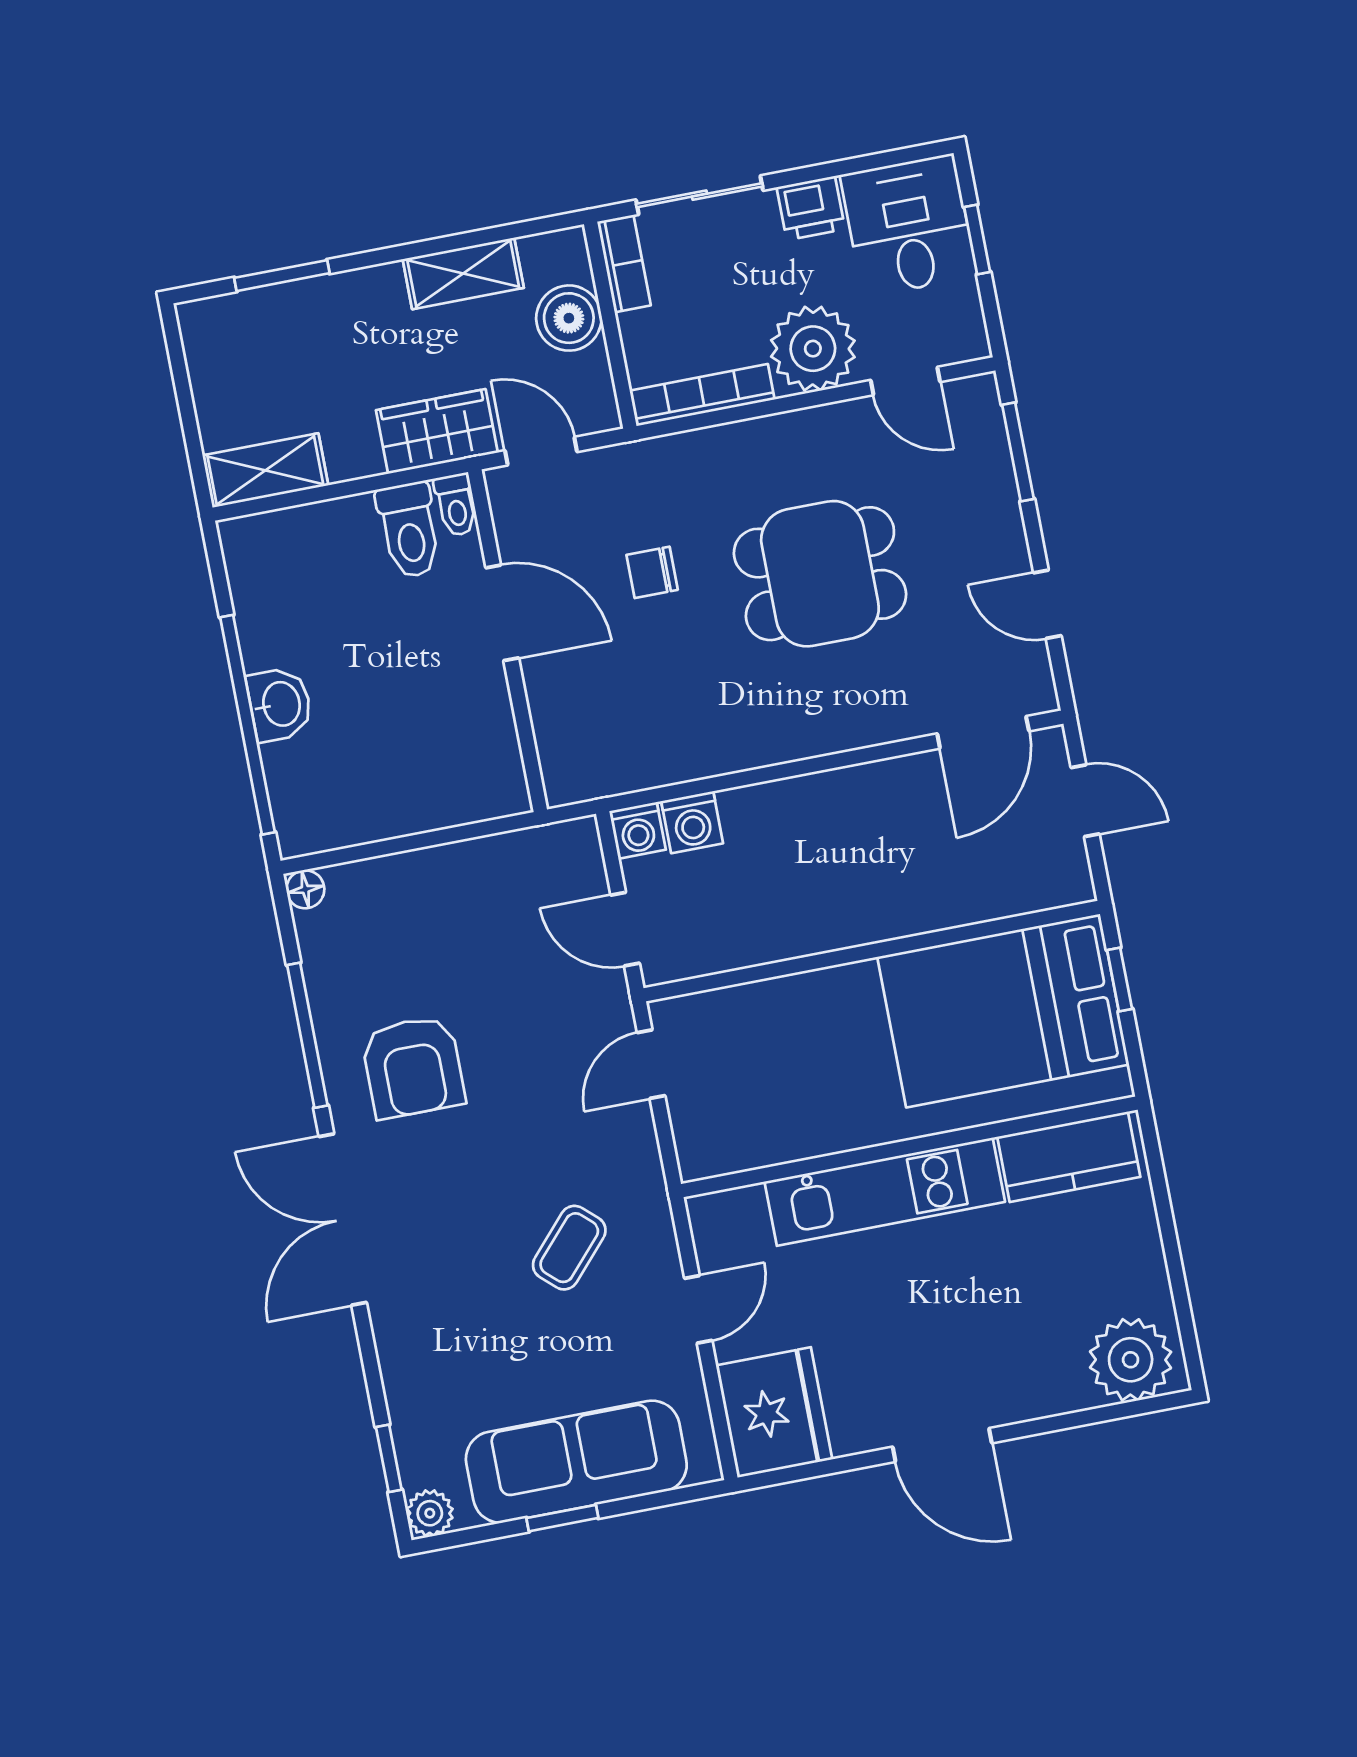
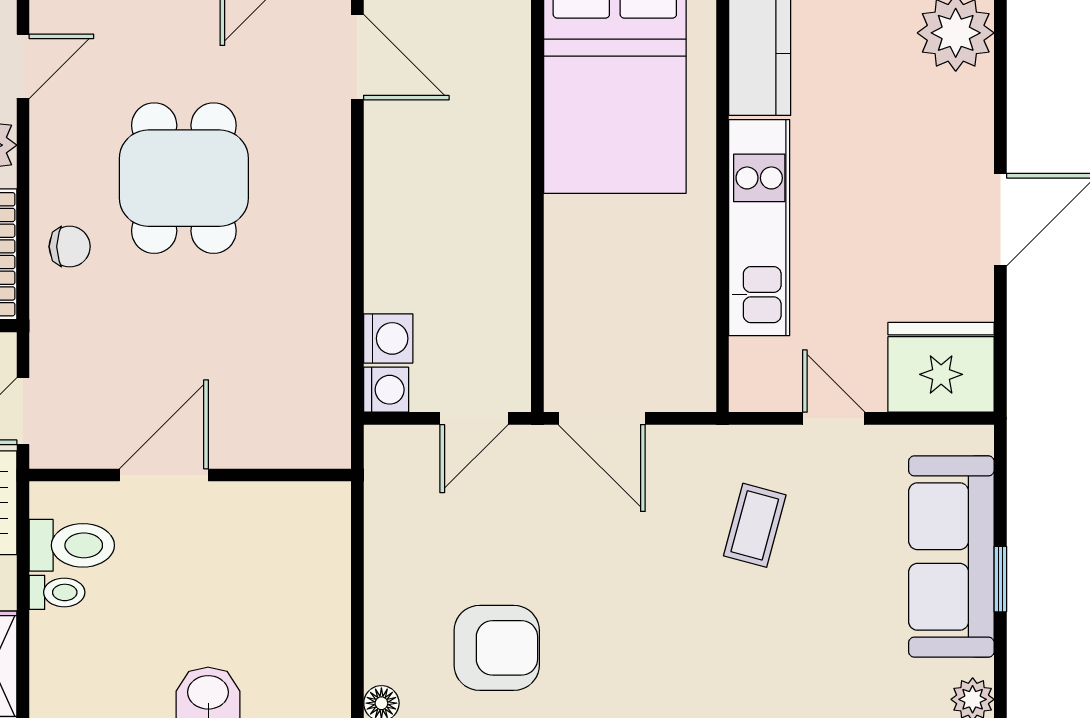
toilet: (456, 505) -> (57, 592), moved
chair: (652, 572) -> (70, 247), moved, turned -90
door: (651, 1064) -> (602, 418), width x1.38
armchair: (413, 1067) -> (497, 648), moved
coffee table: (569, 1248) -> (755, 525), turned 63

